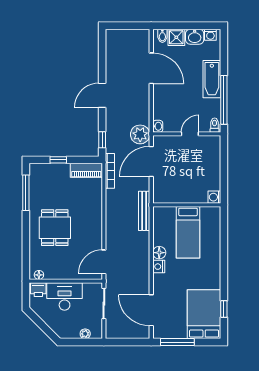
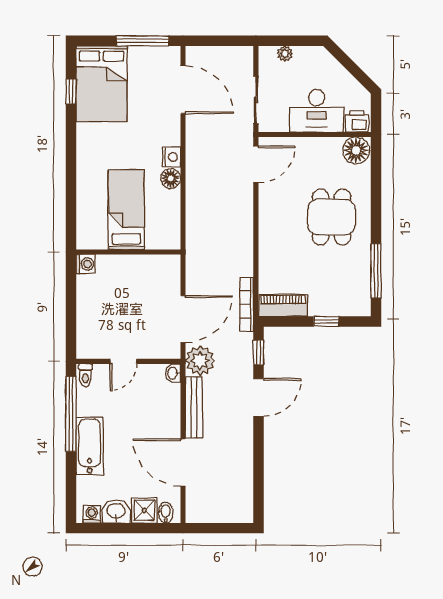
door: (102, 95) -> (259, 397), moved
bench: (144, 211) -> (194, 407), moved
floor lamp: (39, 275) -> (356, 150), width x1.89, depth x1.89

